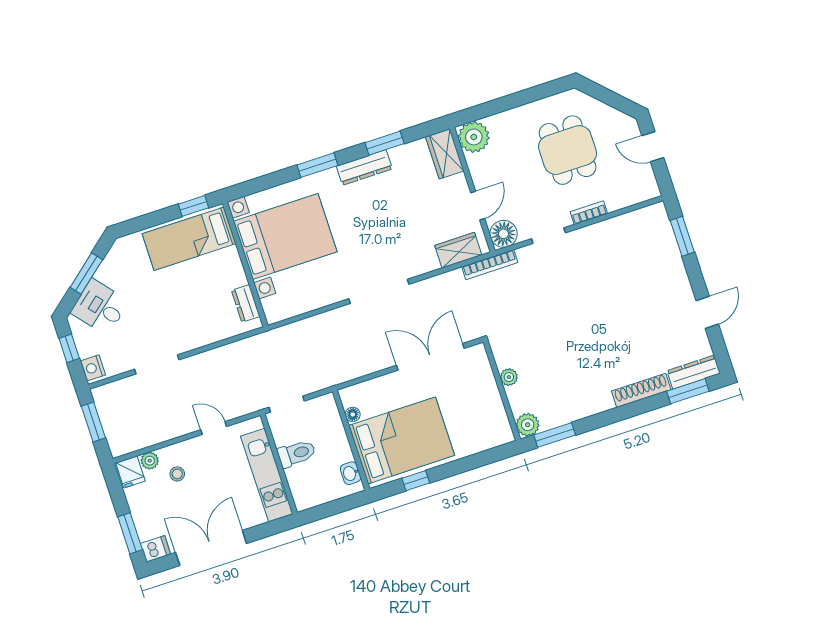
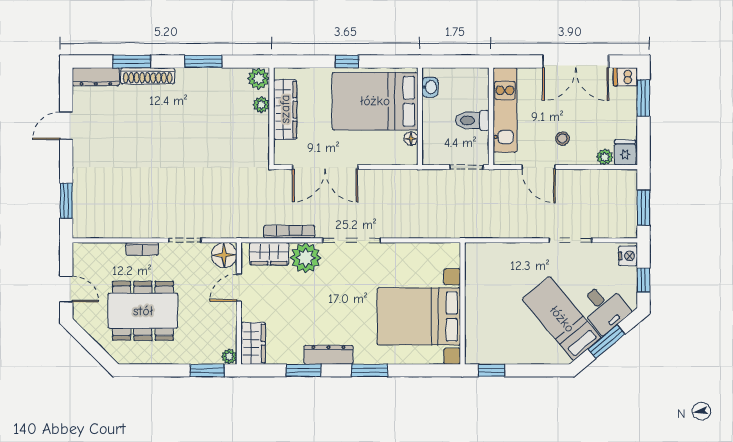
window: (482, 111) -> (207, 370), added
plant: (474, 137) -> (229, 357), width x0.53, depth x0.53
dining table: (568, 150) -> (143, 311), width x1.38
bed: (189, 239) -> (562, 319), moved, turned -130
plant: (420, 258) -> (306, 258), added
bookcase: (490, 265) -> (289, 232), moved
dresser: (246, 303) -> (473, 268), removed
plant: (509, 377) -> (261, 105), moved
window: (688, 391) -> (132, 61), moved
wardrobe: (490, 402) -> (285, 109), added
door: (214, 428) -> (538, 167), width x1.38
window: (555, 435) -> (203, 61), moved
stool: (177, 474) -> (562, 138), moved
window: (416, 481) -> (347, 61), moved

